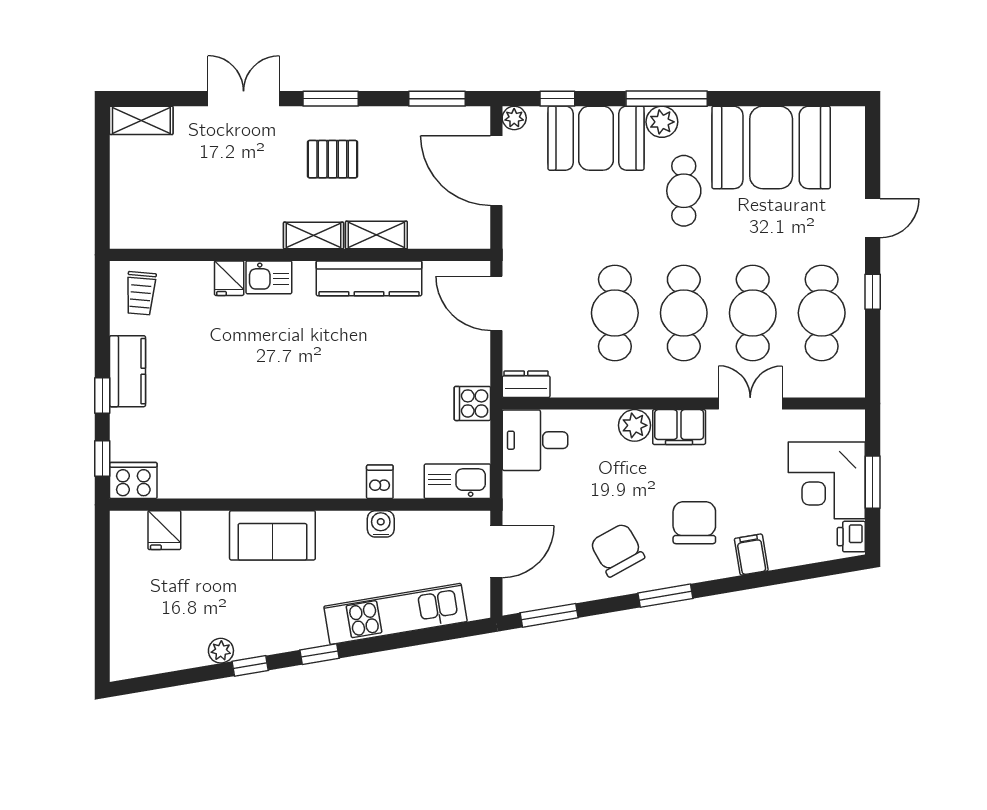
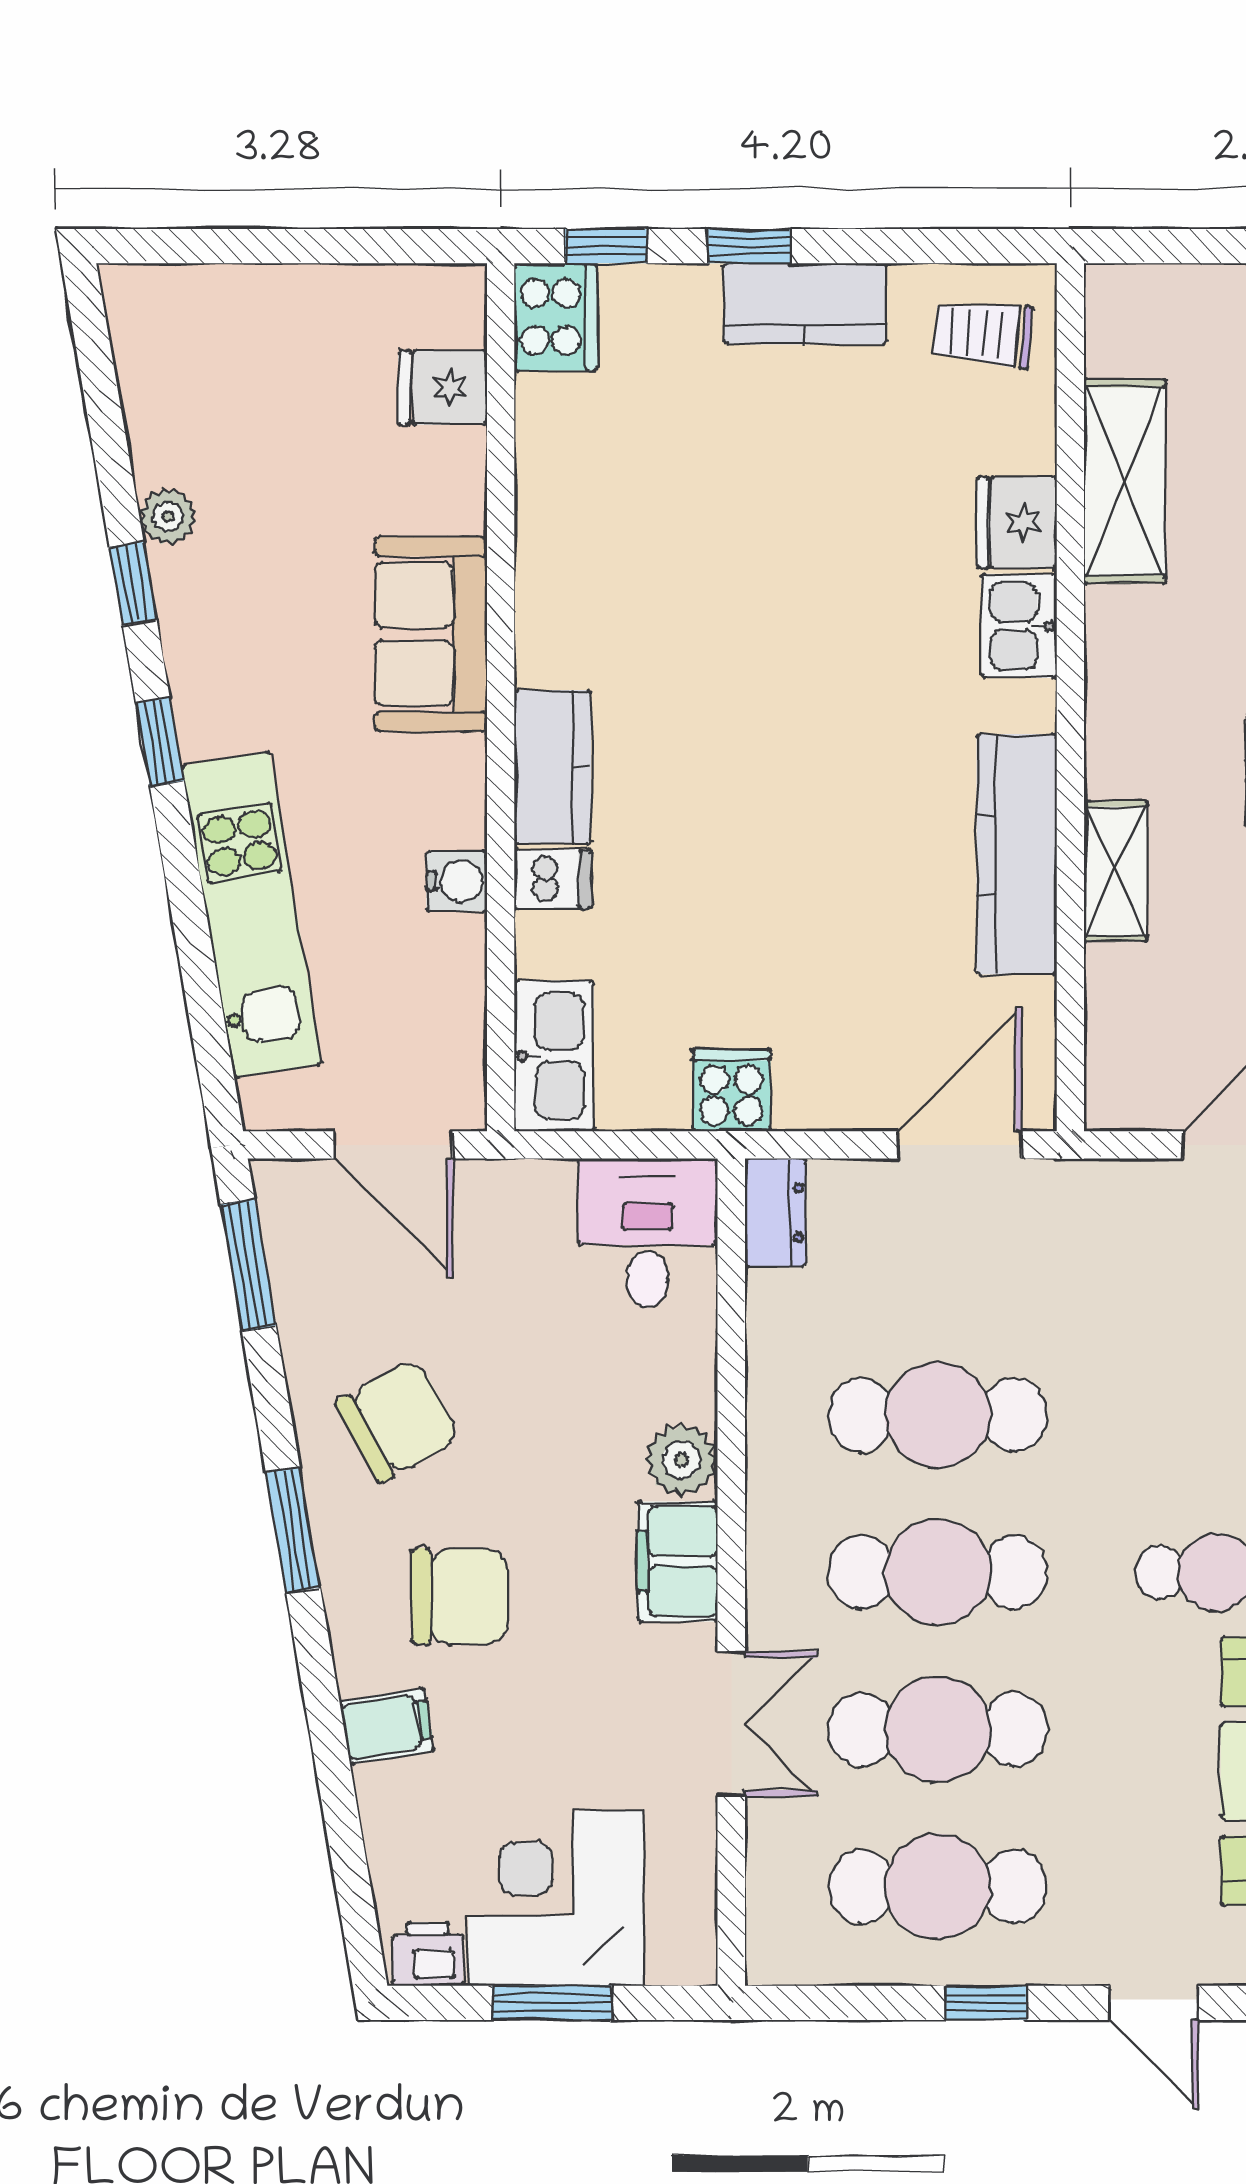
shelving: (313, 235) -> (1125, 481), moved, width x1.50, depth x1.33
fridge: (229, 278) -> (1017, 523), width x1.38
kitchen counter: (331, 482) -> (553, 767), added

